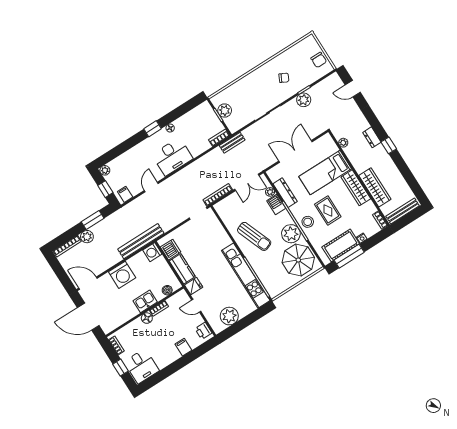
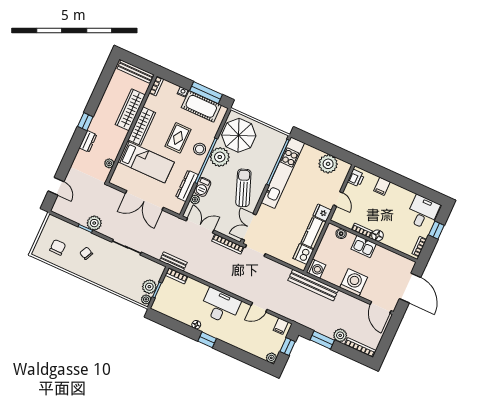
chair: (319, 60) -> (58, 247), moved
plant: (216, 101) -> (146, 299), added
double door: (220, 220) -> (249, 227), added

